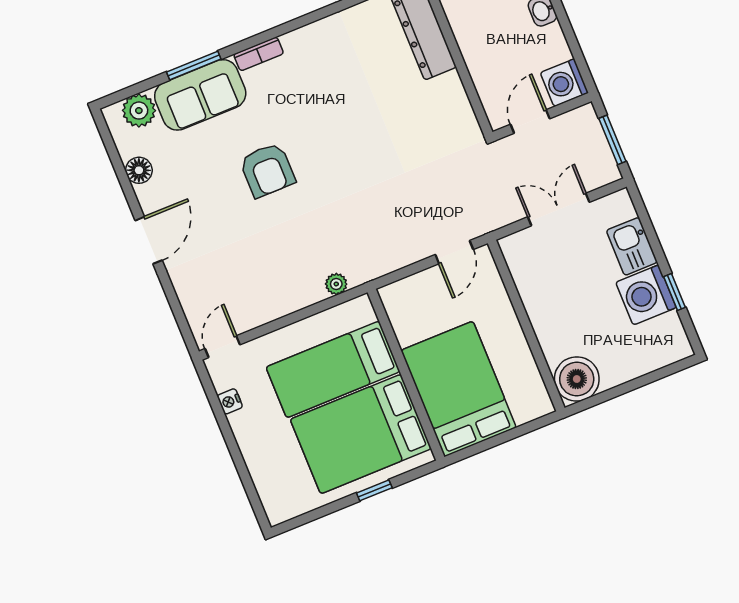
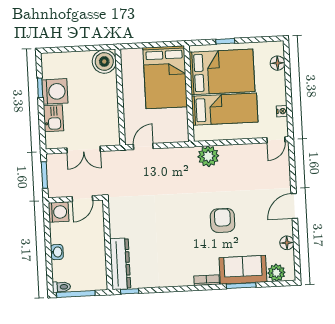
plant: (336, 284) -> (208, 156), width x1.88, depth x1.88
floor lamp: (268, 484) -> (278, 63), added

